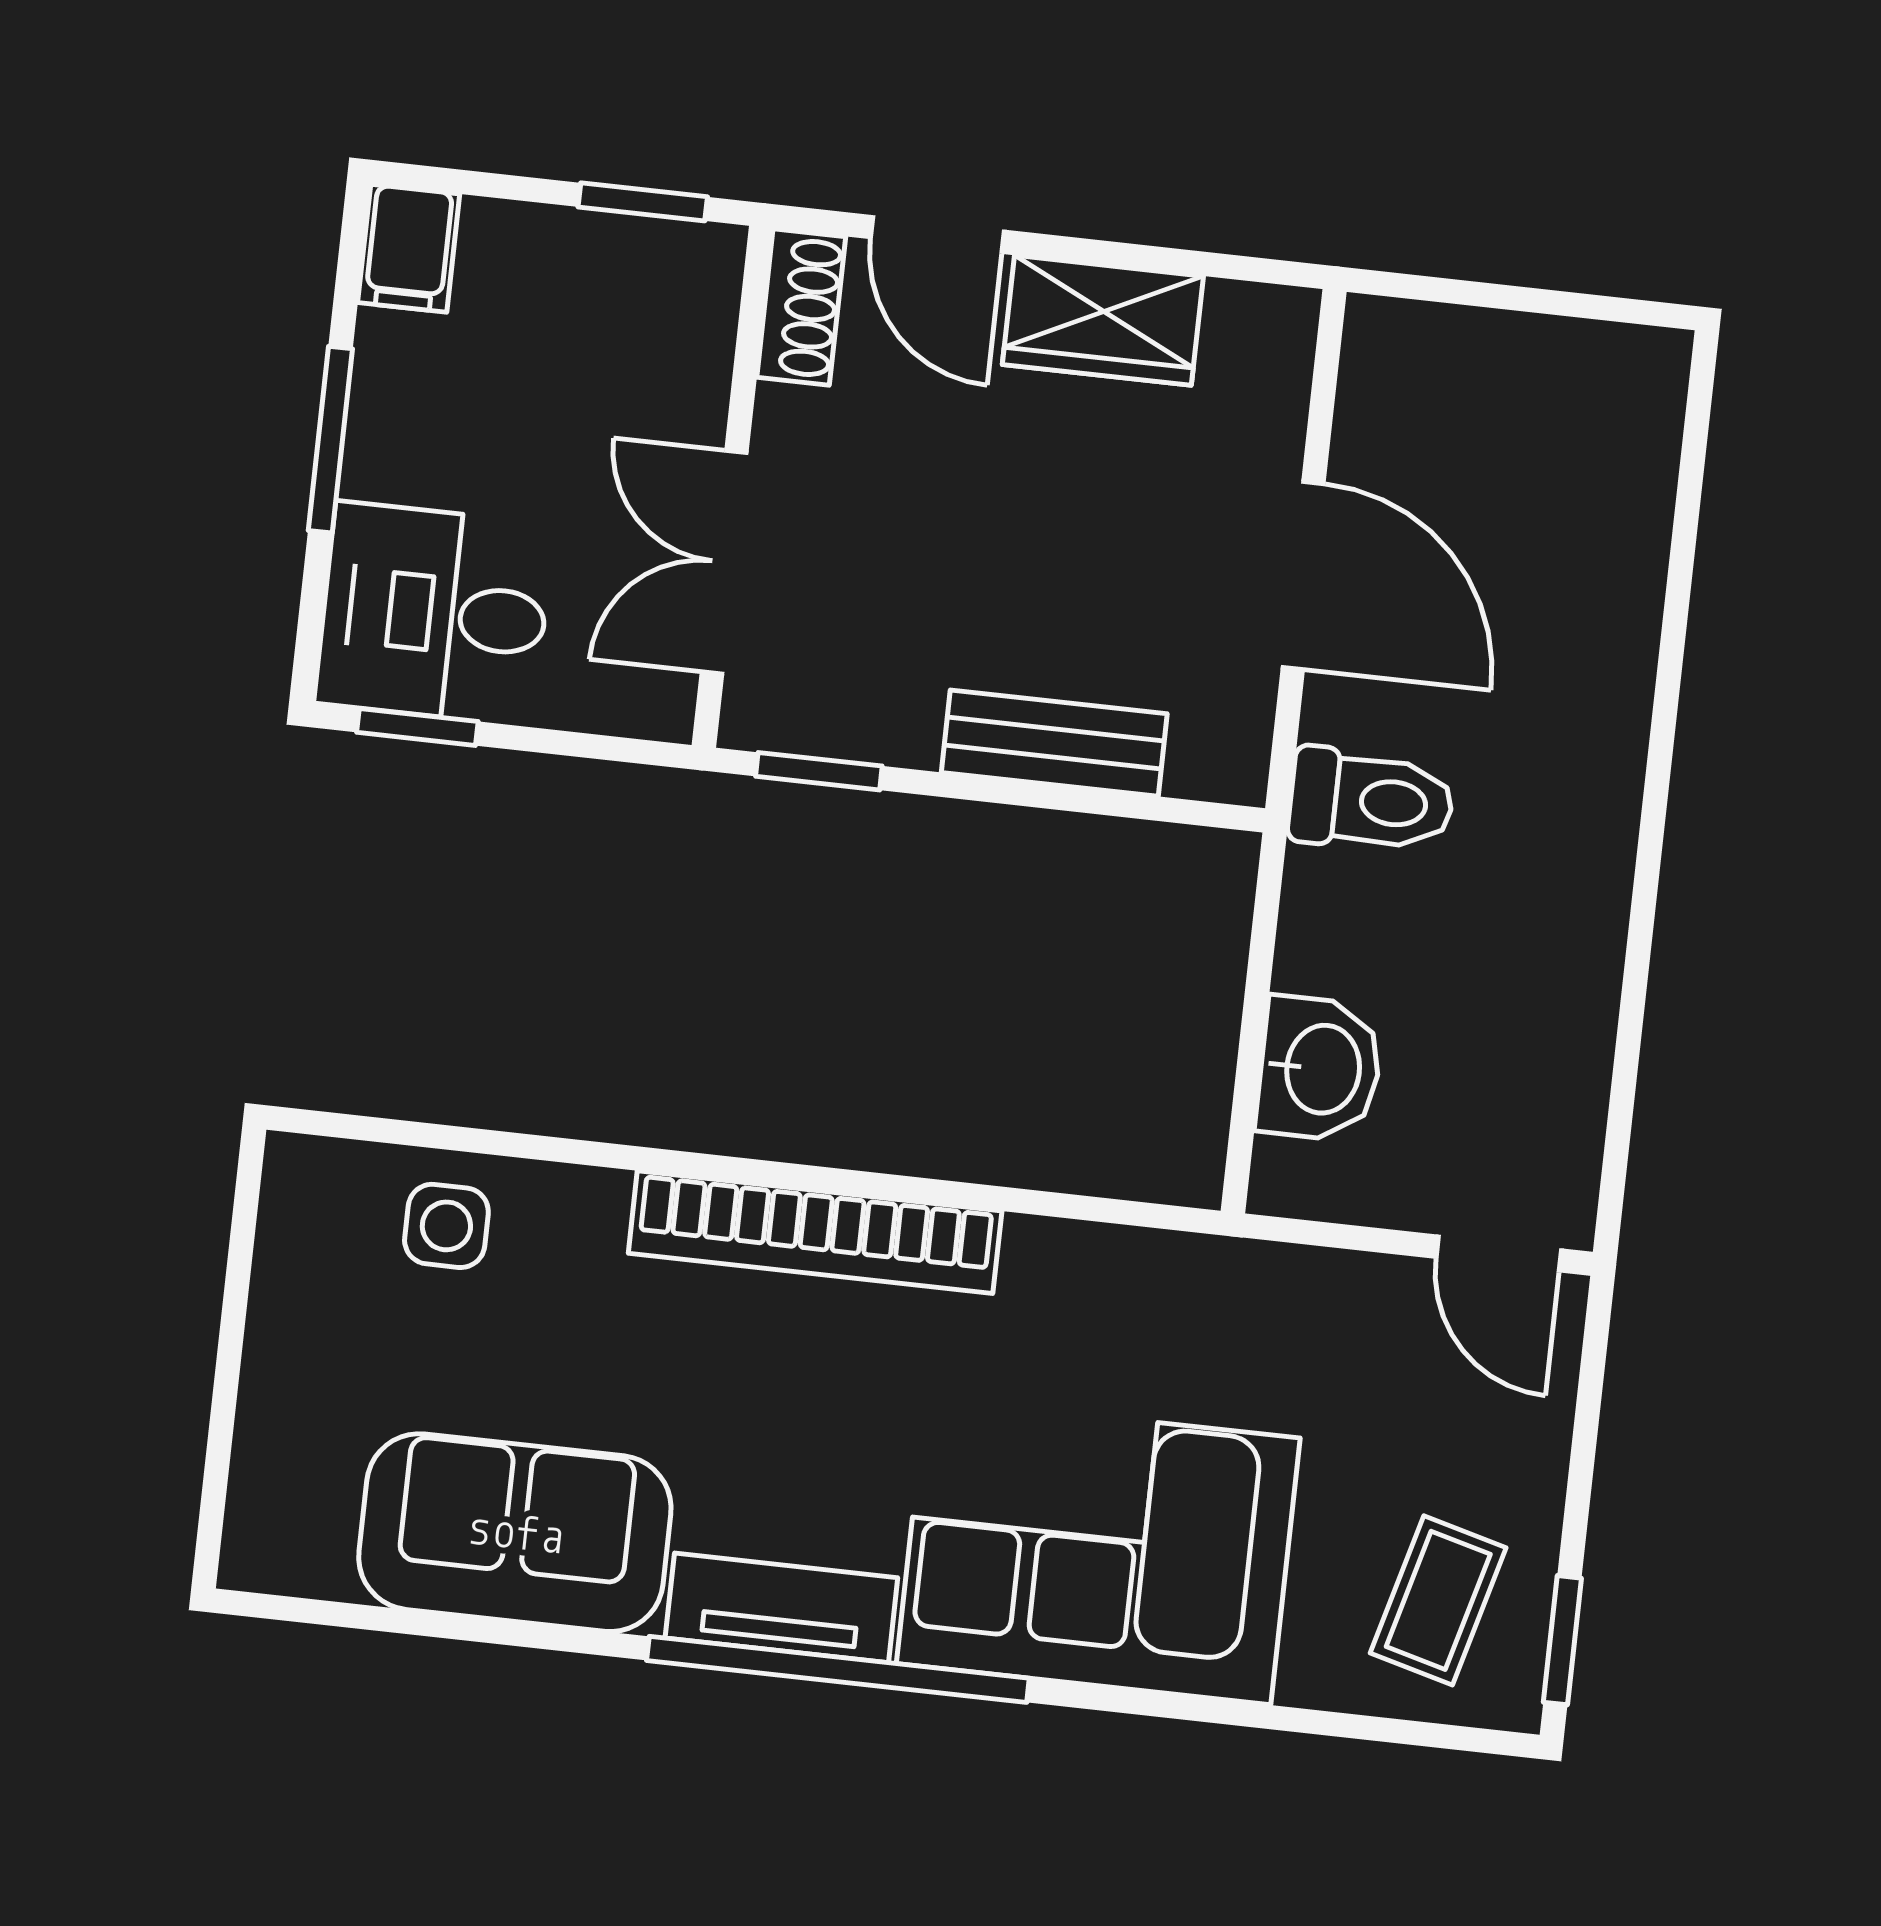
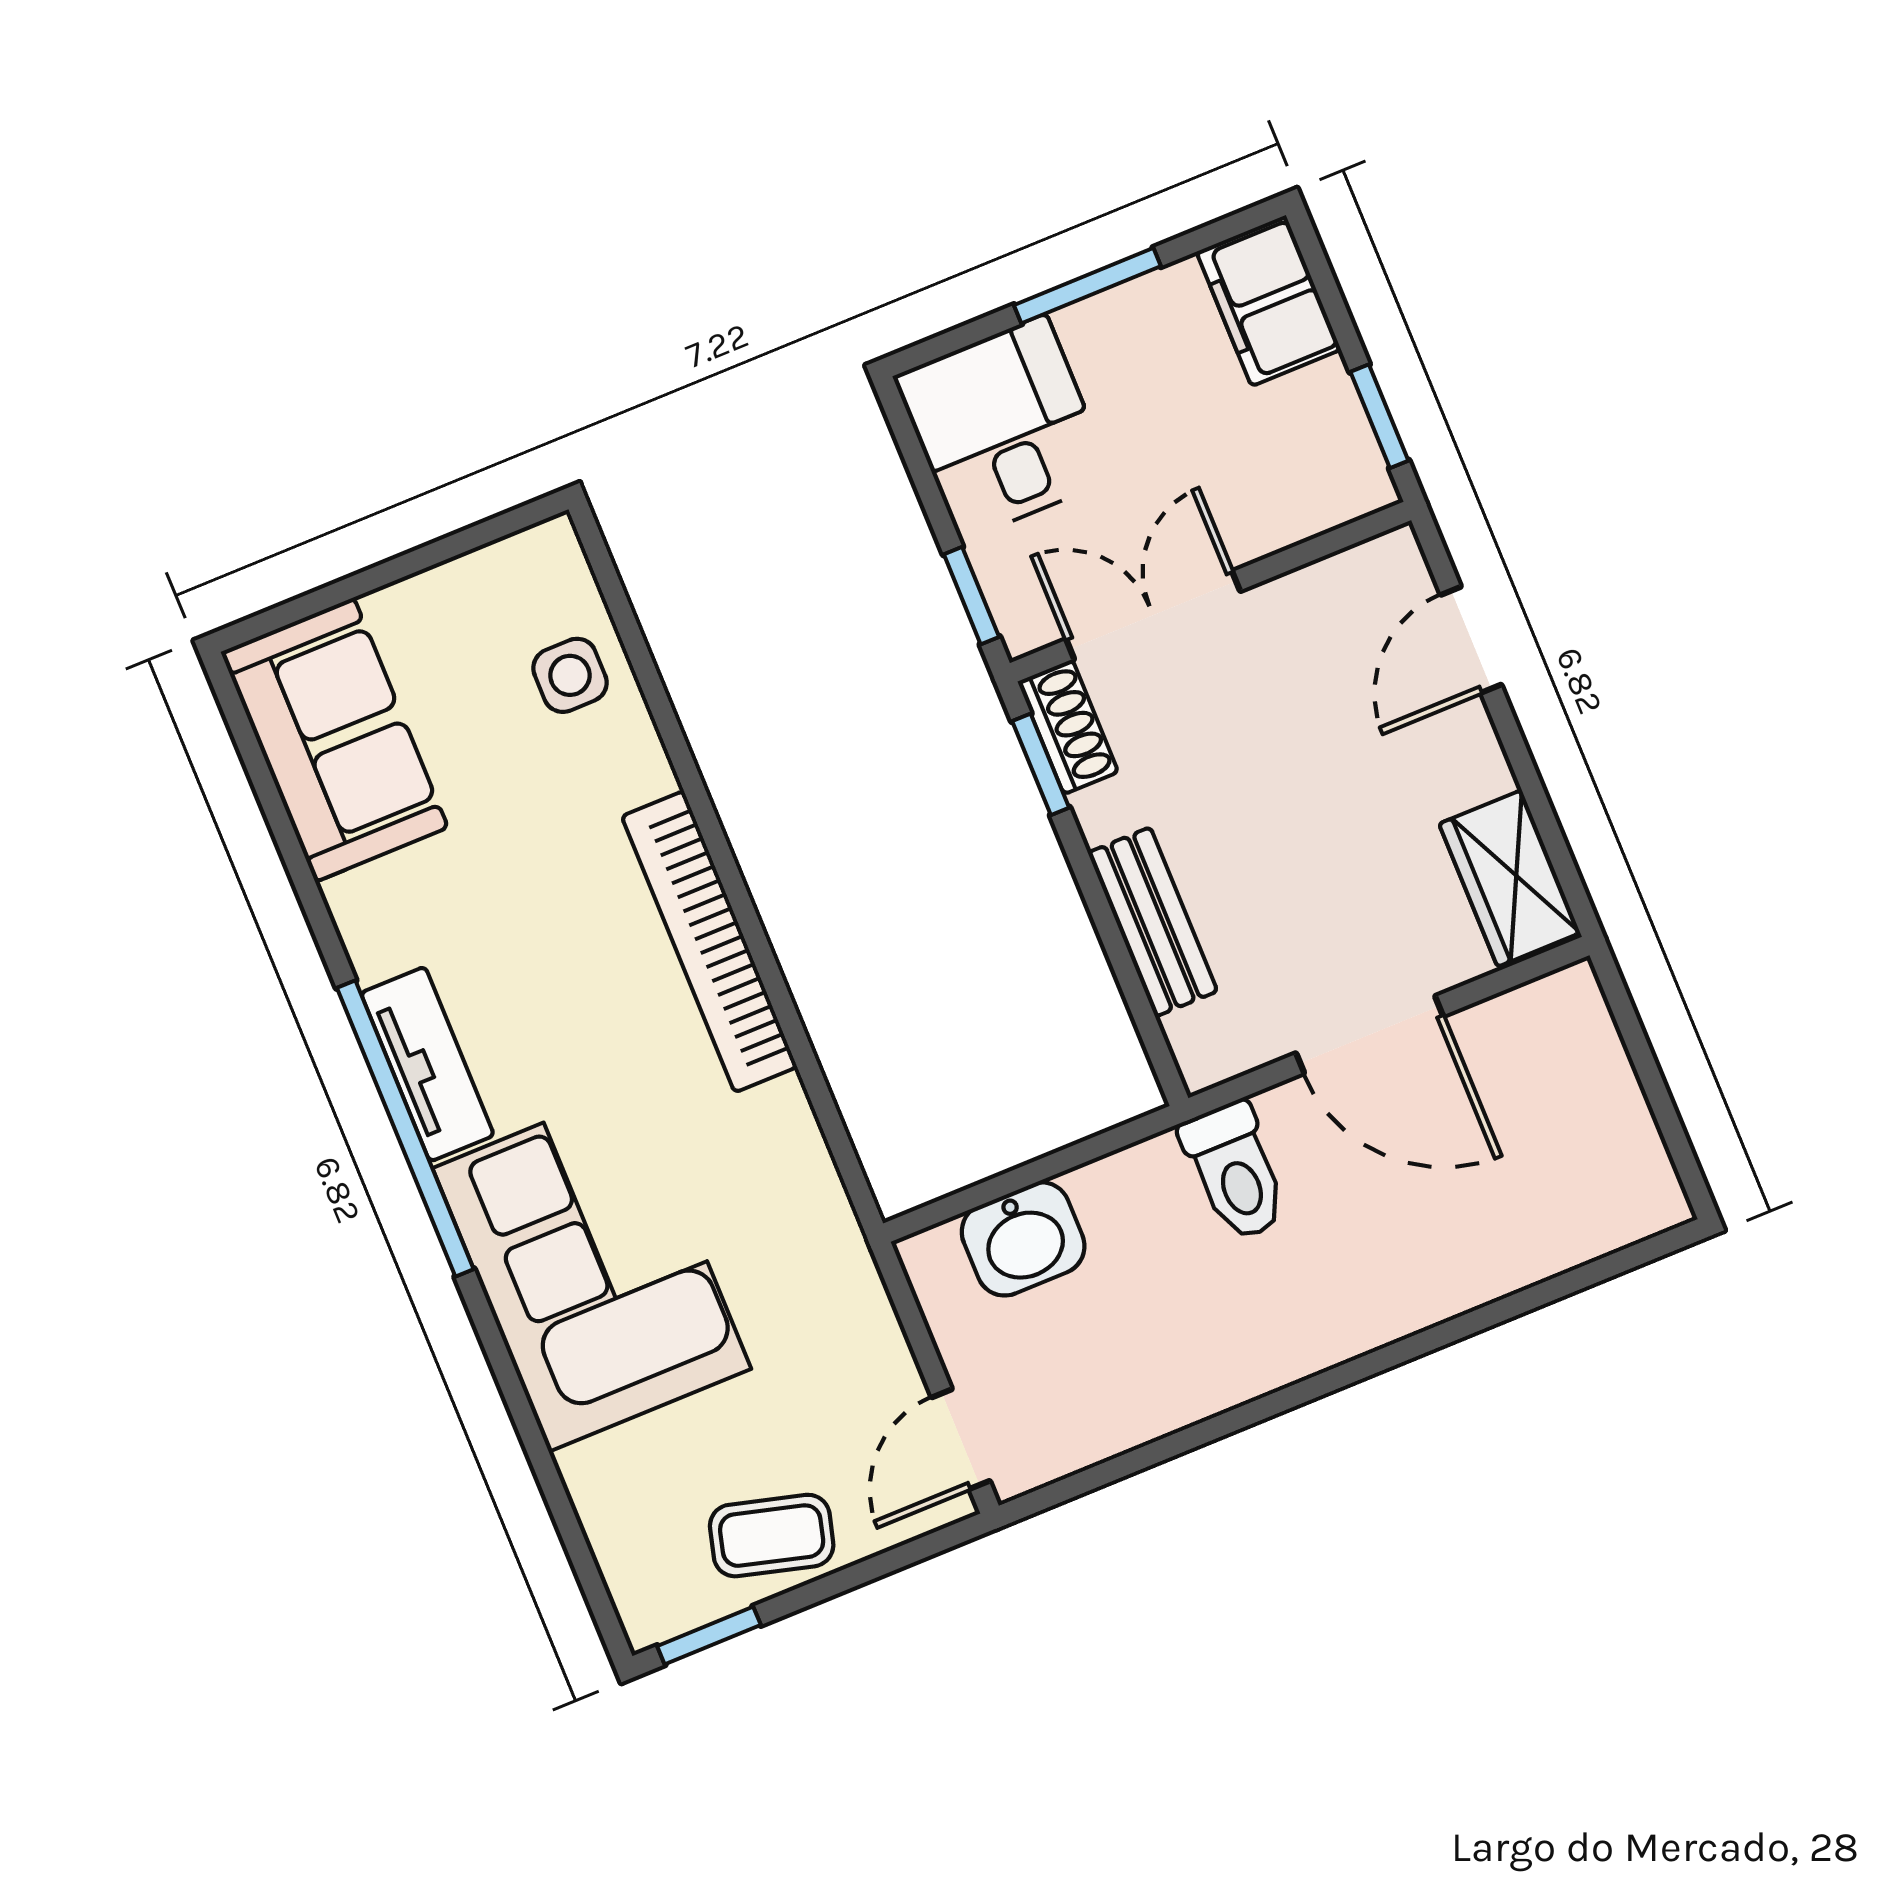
filing cabinet: (409, 248) -> (1269, 301), width x2.00
shoe rack: (801, 307) -> (1068, 727), moved, turned -90
wardrobe: (1103, 320) -> (1510, 878), moved
door: (1303, 575) -> (1370, 1035), hinge flipped
window: (417, 727) -> (971, 596), moved
sofa: (515, 1533) -> (334, 740), moved
coffee table: (1438, 1600) -> (772, 1536), moved

